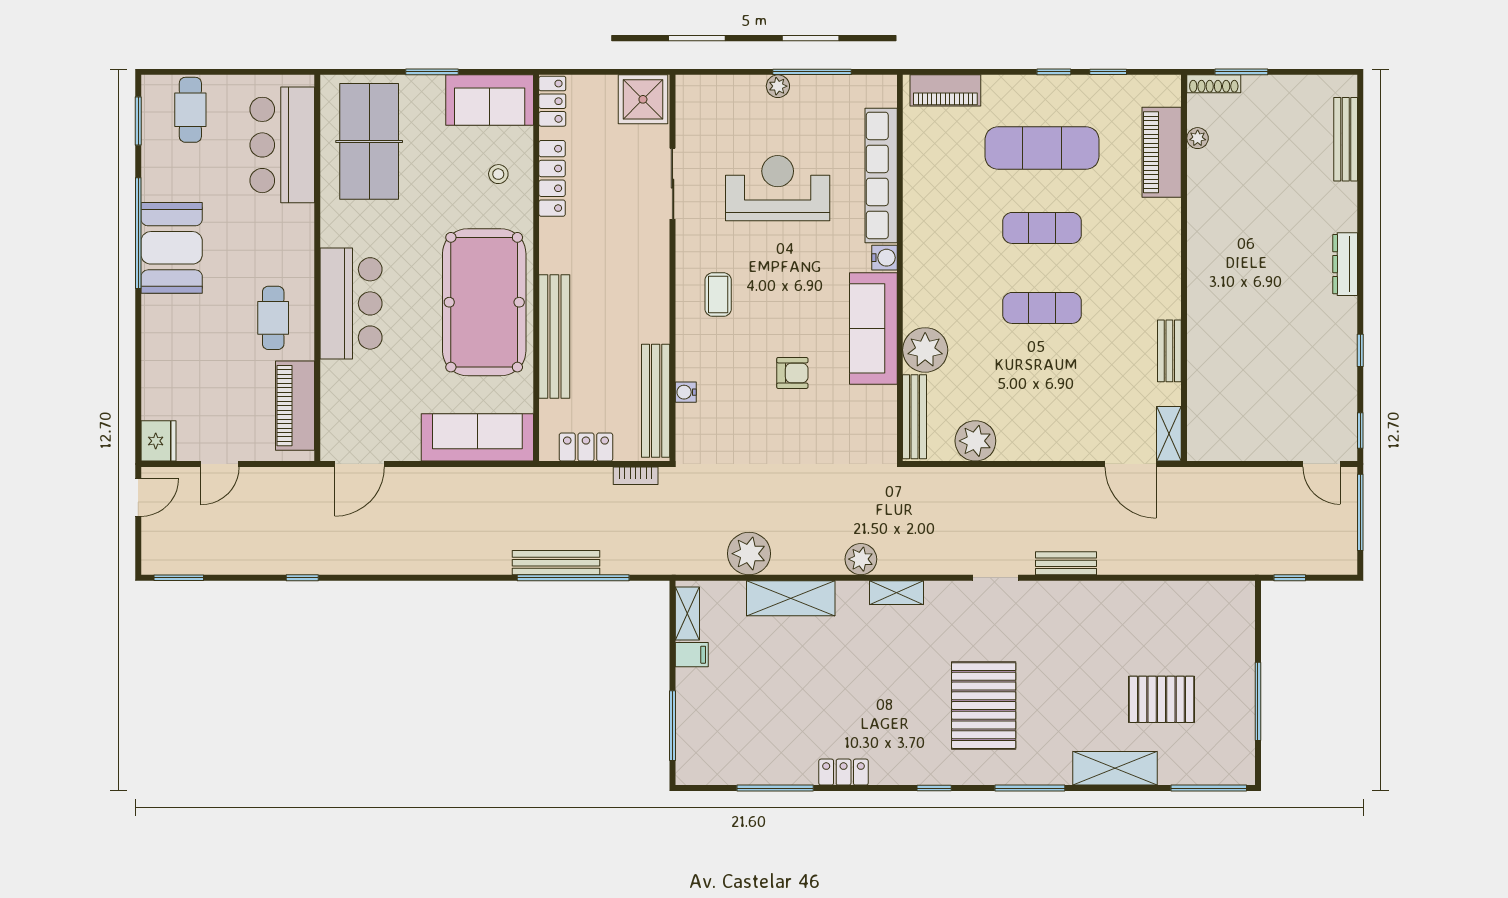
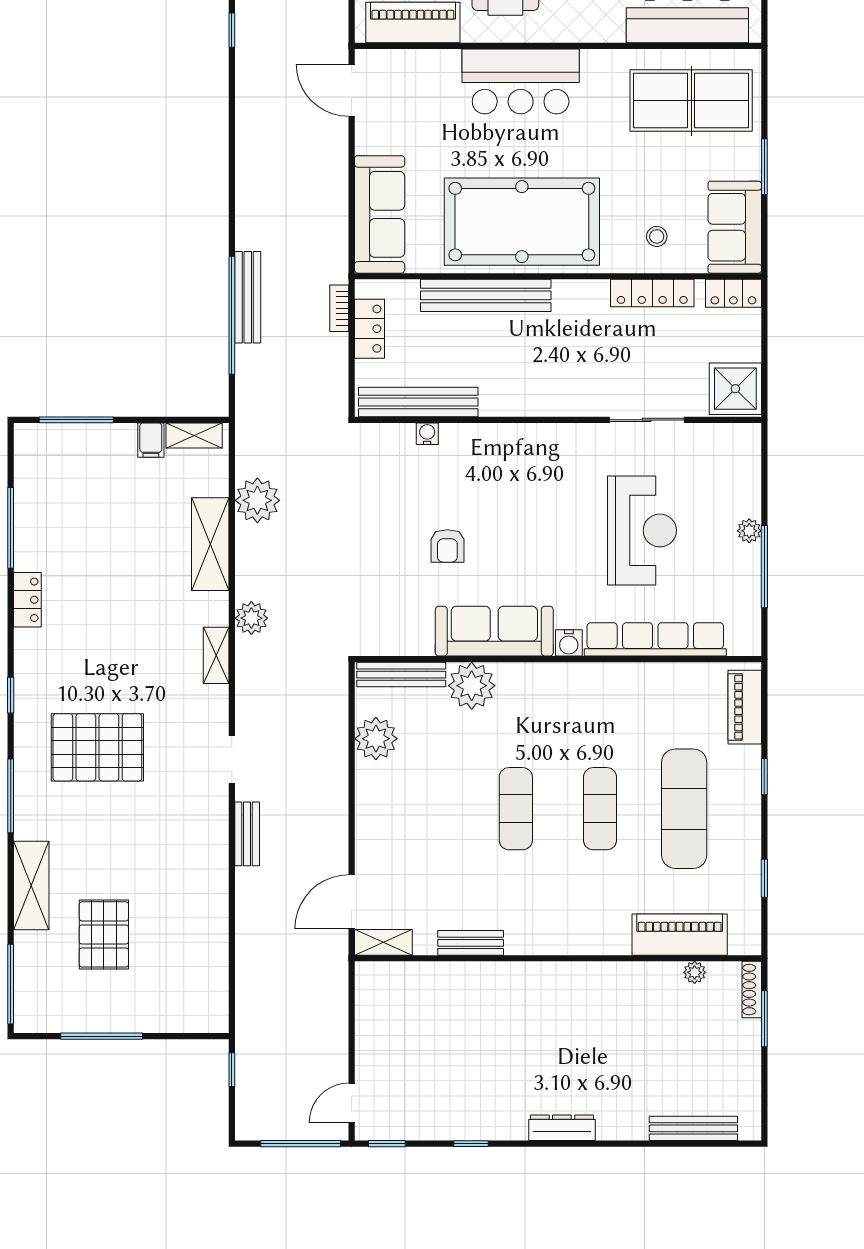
window: (1054, 72) -> (764, 777), moved
coffee table: (718, 295) -> (530, 468), removed
bookcase: (636, 476) -> (339, 308), moved

